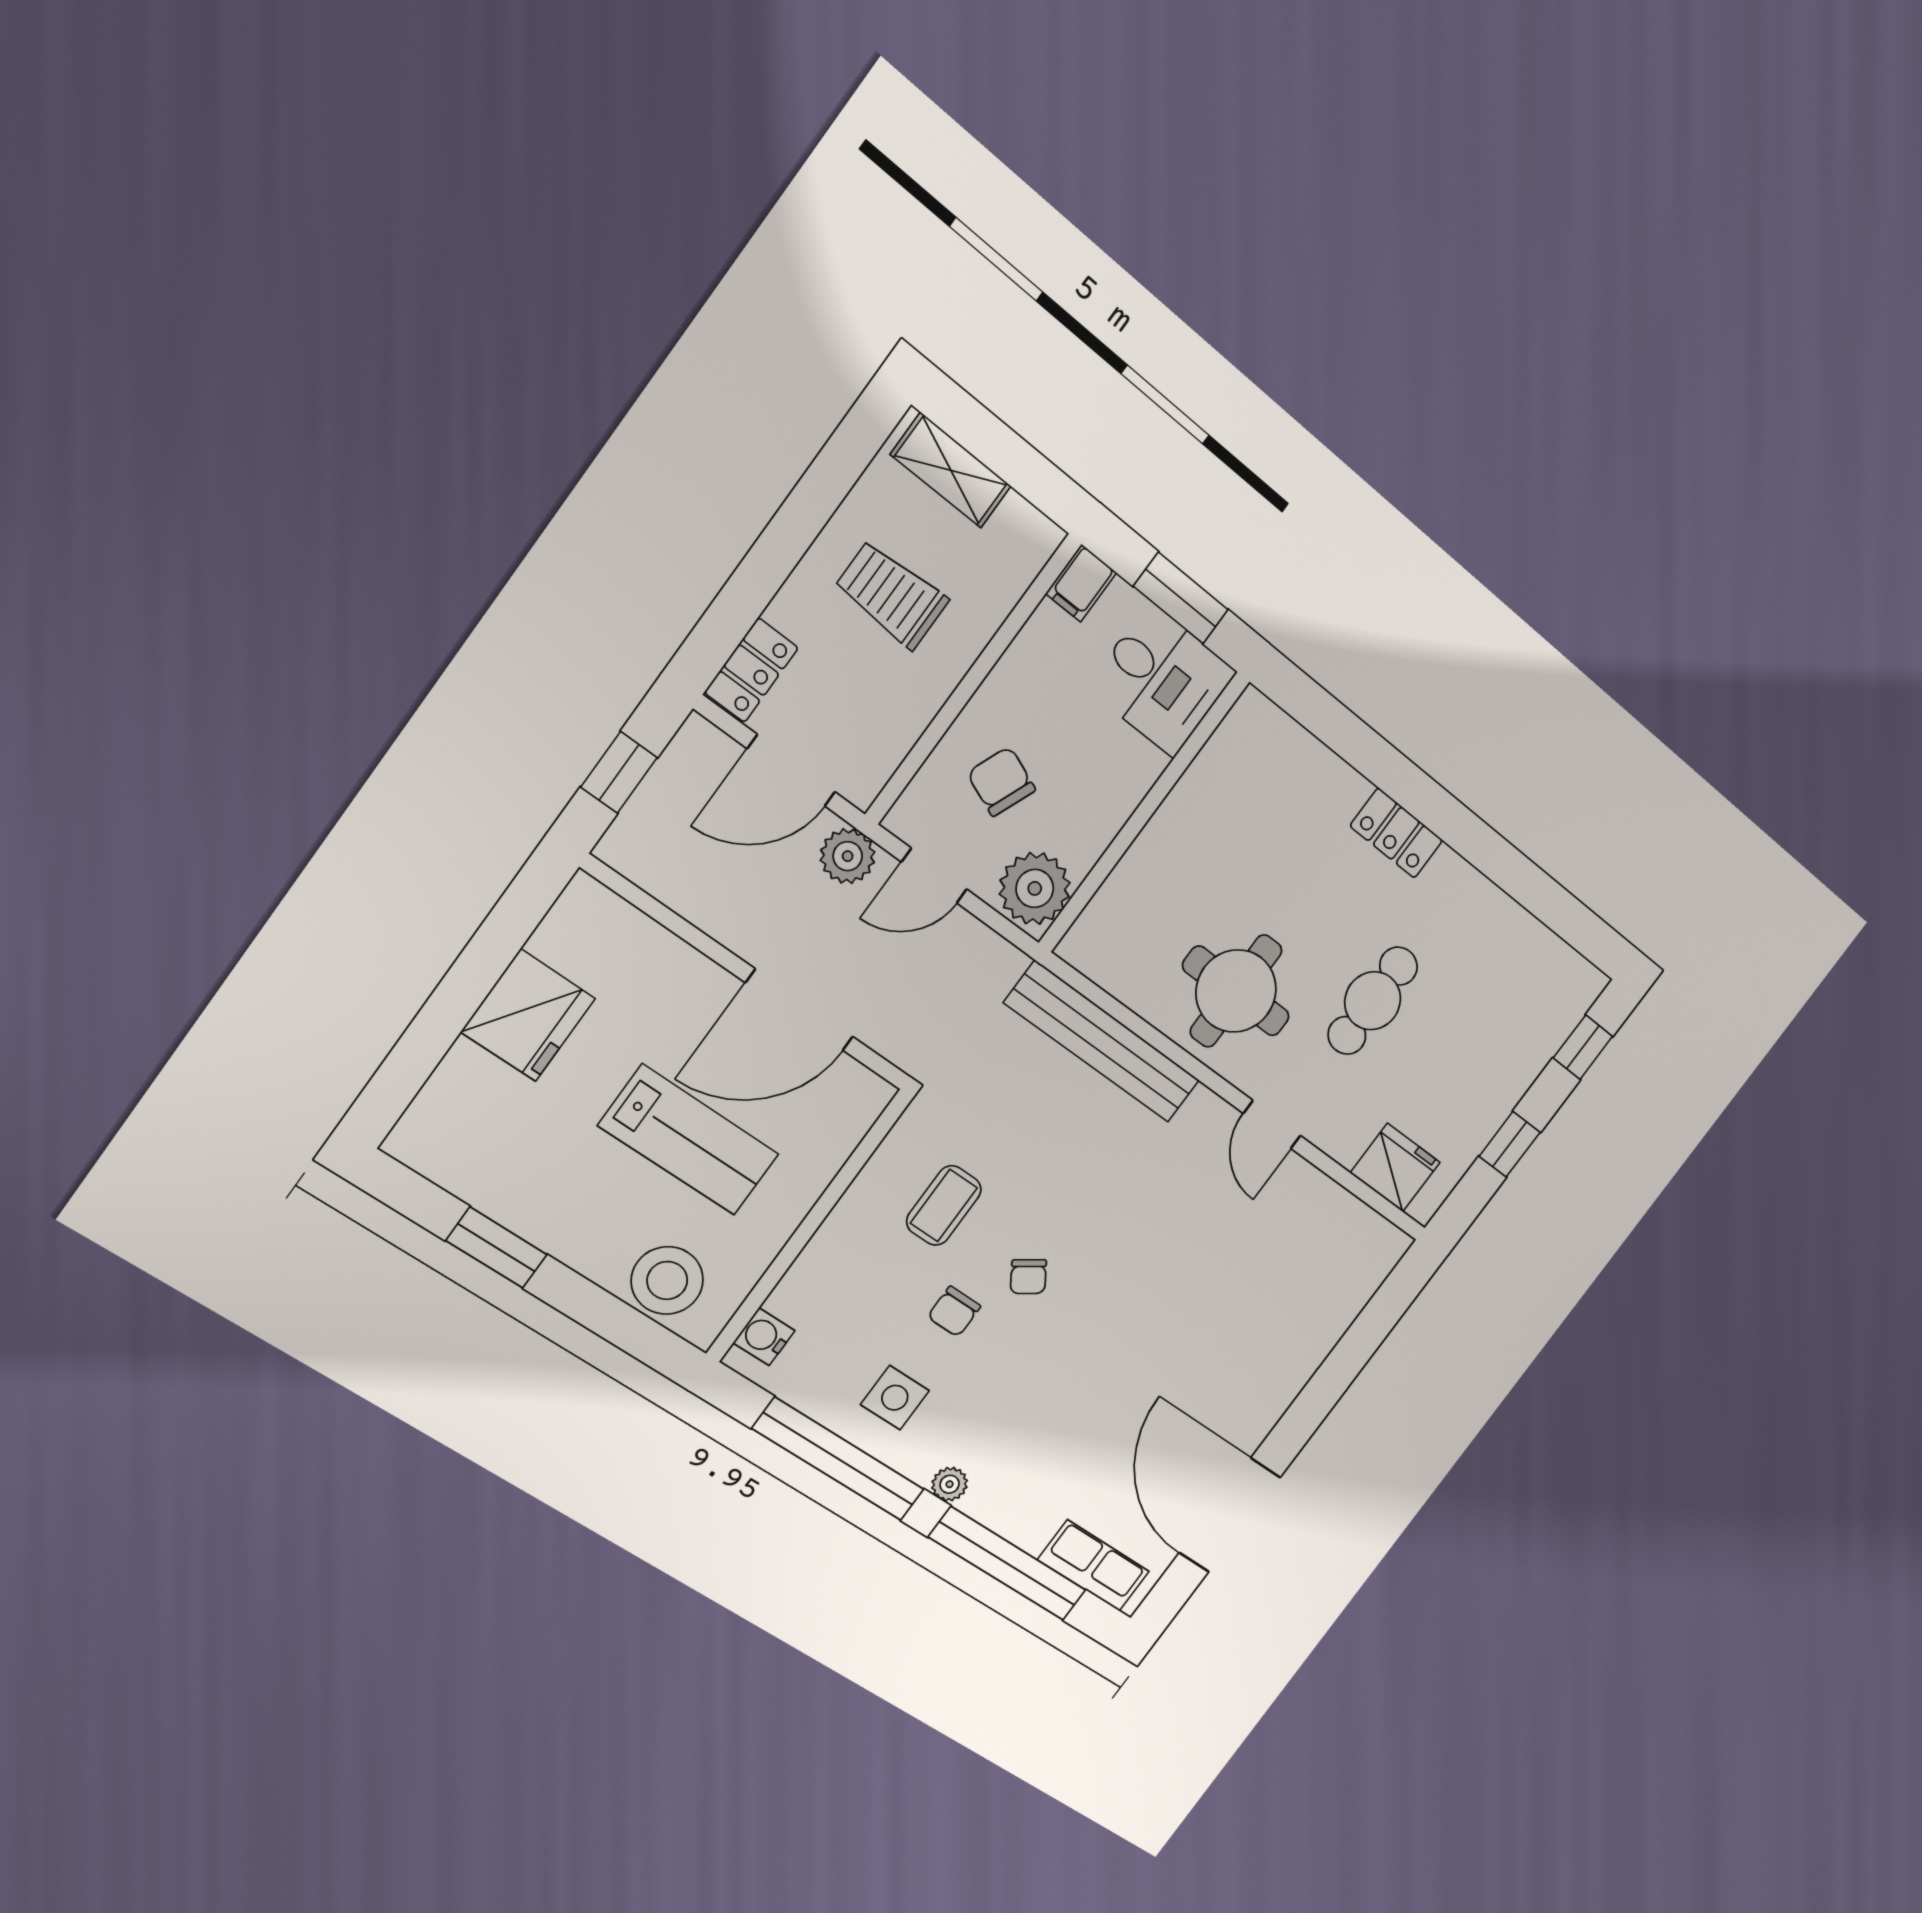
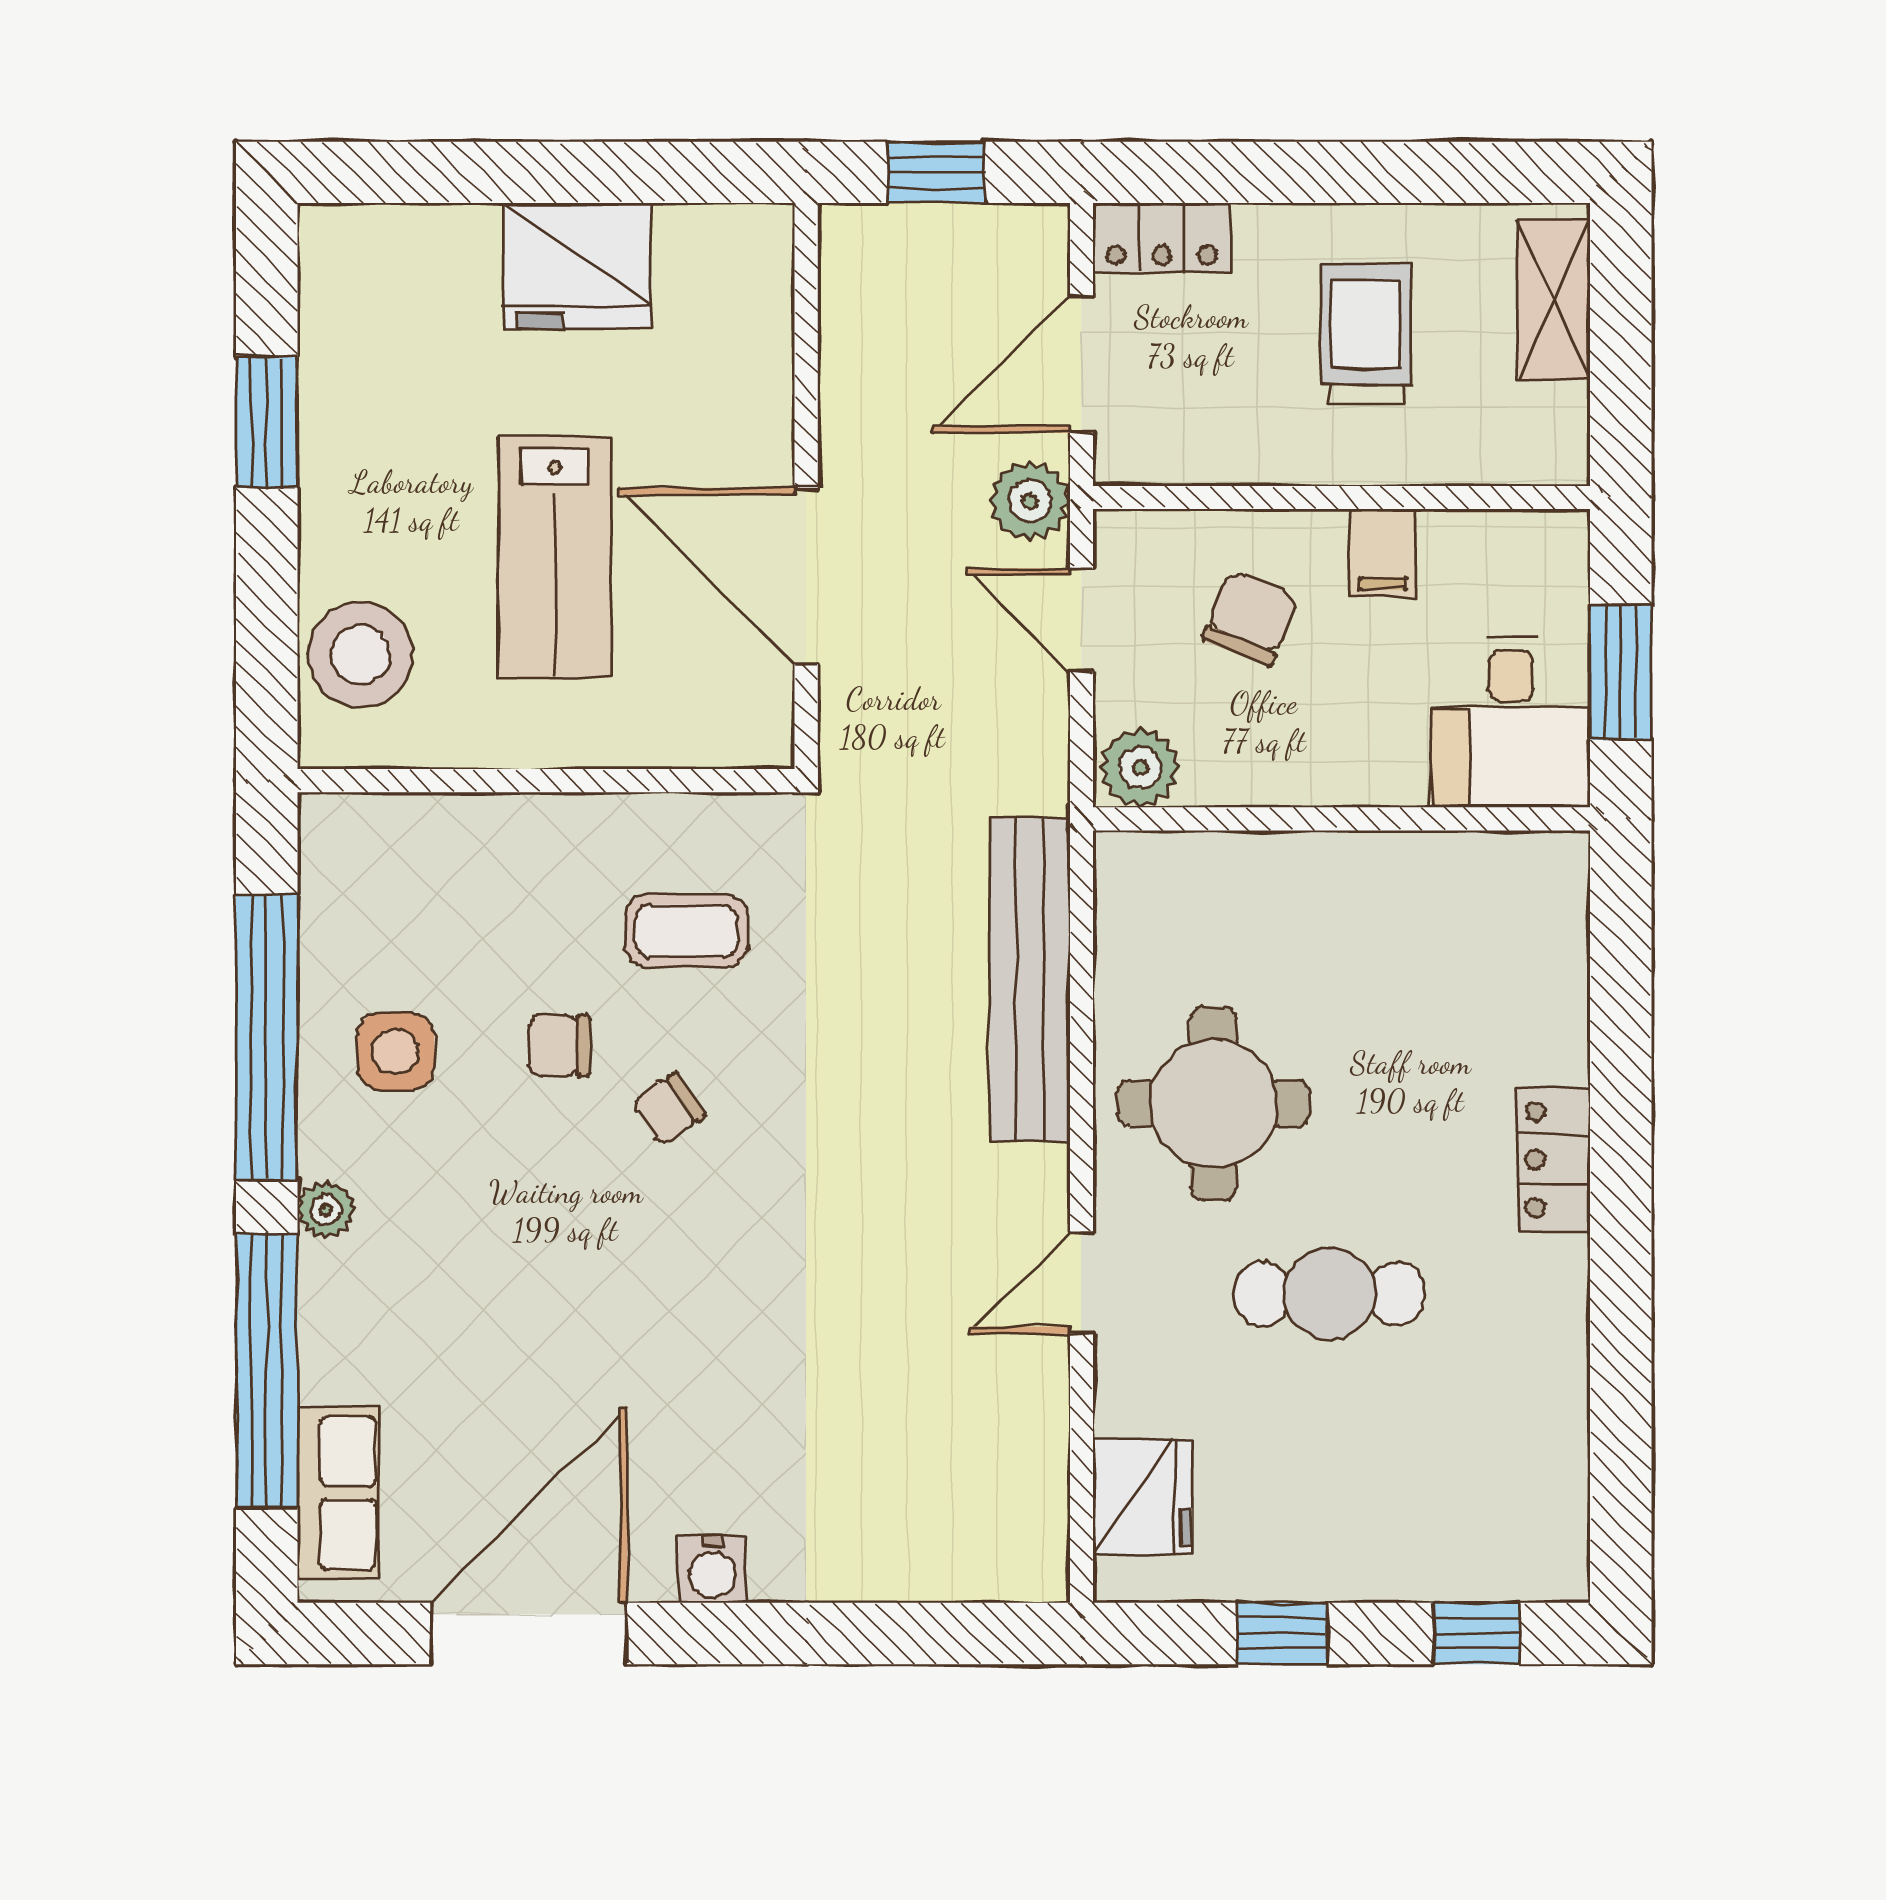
filing cabinet: (1081, 583) -> (1383, 553), moved, turned -90
door: (791, 770) -> (1081, 364), hinge flipped
plant: (1035, 888) -> (1140, 768), width x0.73, depth x0.73
water cooler: (764, 1337) -> (712, 1569), moved, turned 180

